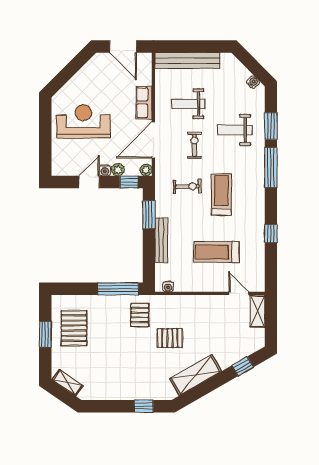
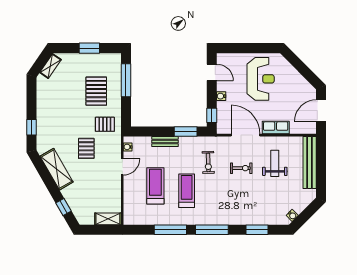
weight bench: (235, 130) -> (254, 201), removed
window: (271, 168) -> (212, 230), moved
plant: (118, 170) -> (222, 107), removed
plant: (146, 170) -> (221, 129), removed
door: (89, 182) -> (212, 72), moved
treadmill: (221, 195) -> (187, 191), moved, turned -90
window: (271, 234) -> (170, 230), width x2.17
bench: (161, 240) -> (165, 141), width x0.73
window: (118, 289) -> (126, 80), moved
door: (239, 293) -> (122, 167), moved
pallet: (74, 328) -> (96, 91), moved, turned 90

